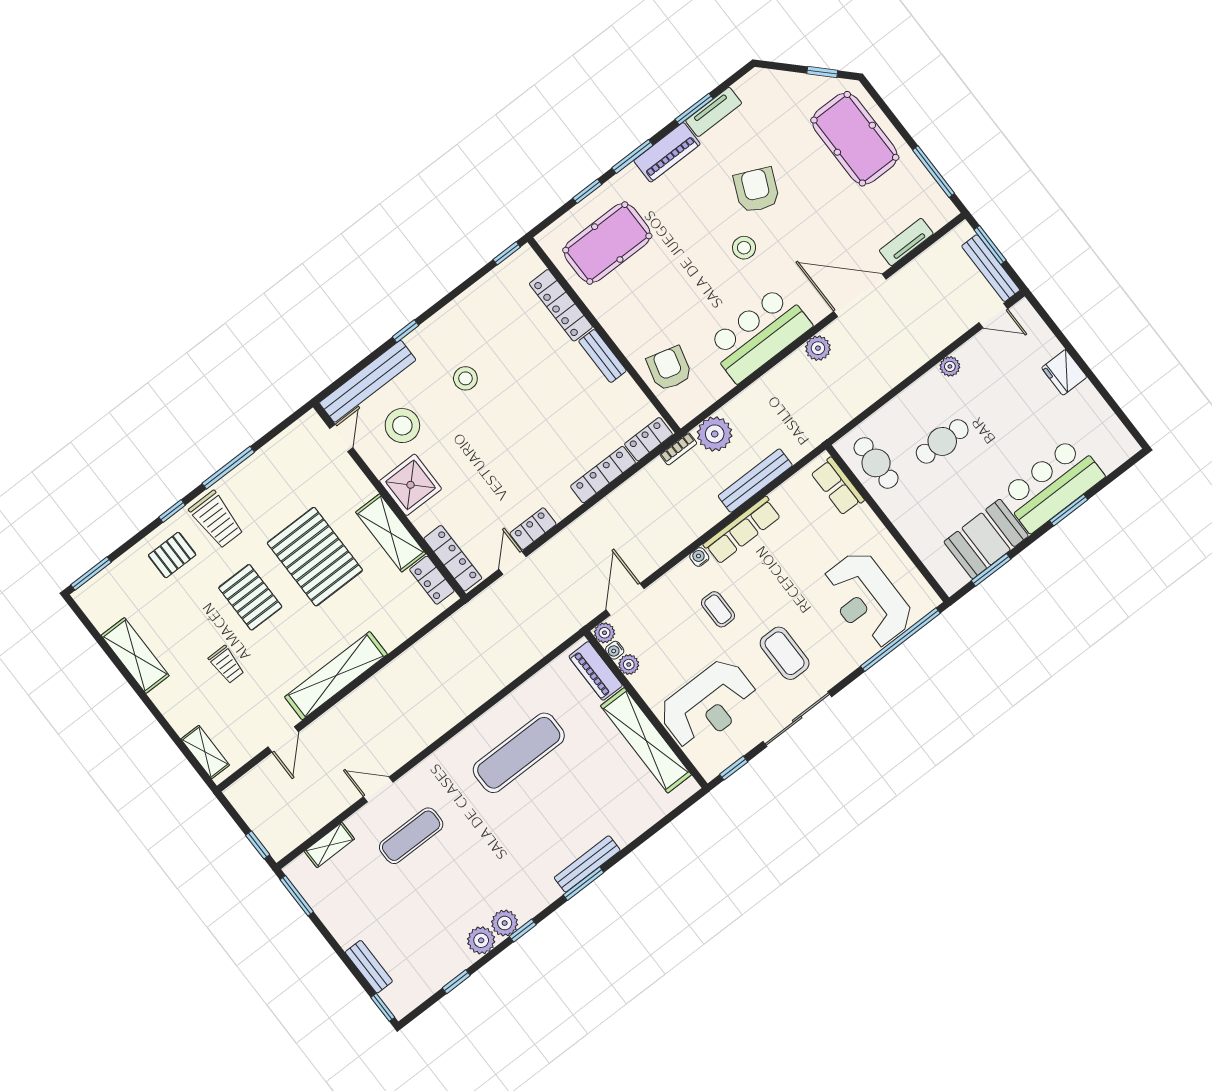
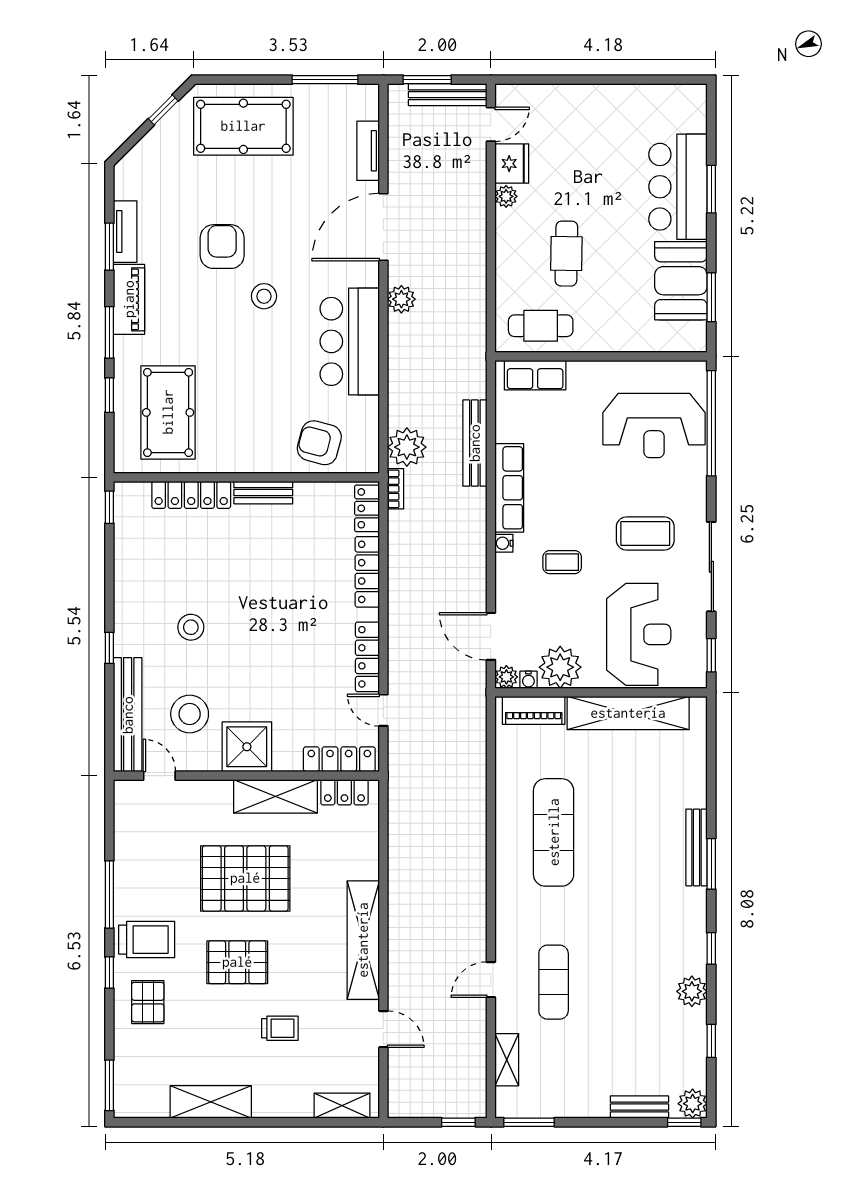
armchair: (757, 190) -> (222, 247), turned 66
fridge: (1064, 372) -> (512, 164), moved, turned -90
locker: (533, 529) -> (367, 657), width x1.53
plant: (629, 665) -> (560, 667), width x1.87, depth x1.87
plant: (505, 923) -> (693, 1104), moved

